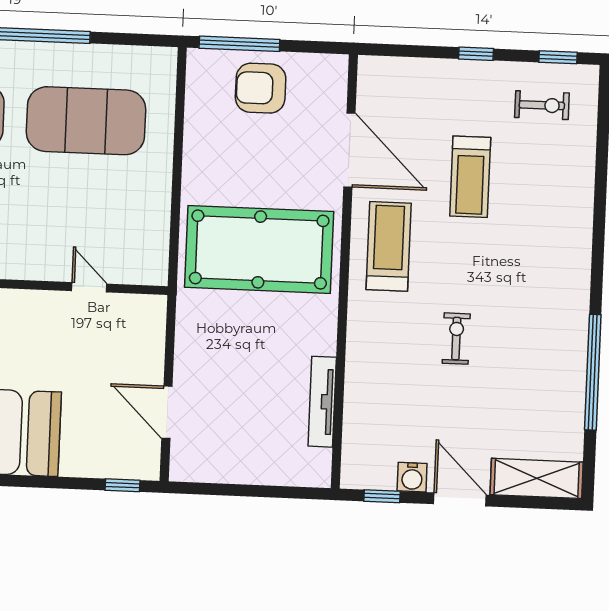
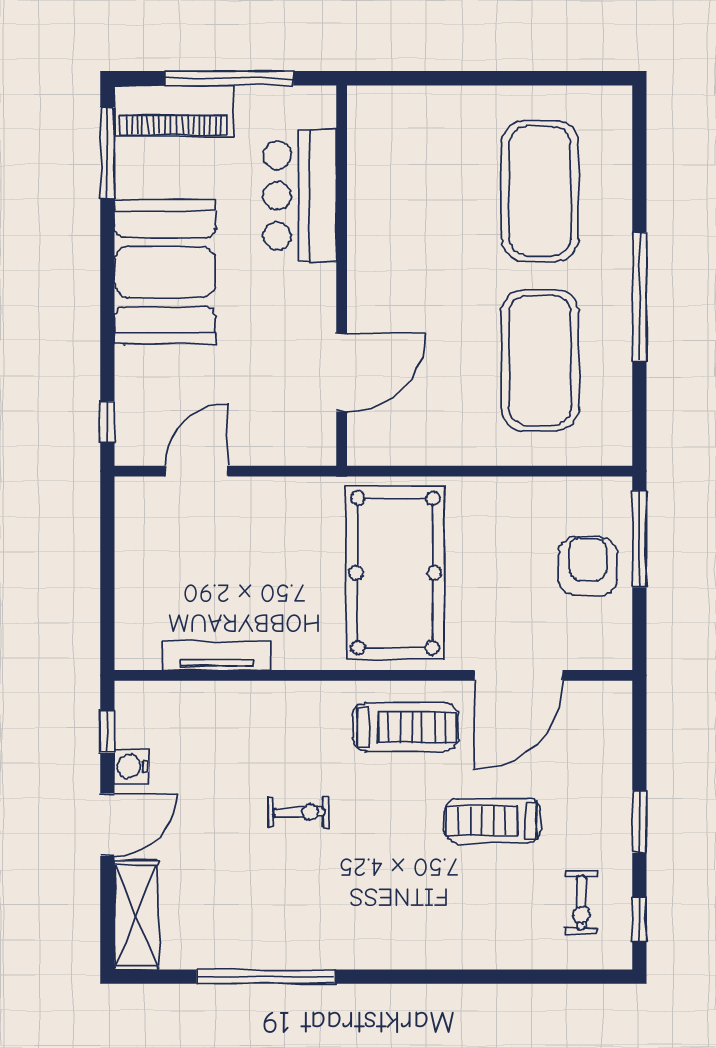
window: (476, 54) -> (639, 822), width x1.50
door: (89, 287) -> (342, 372), width x1.87

